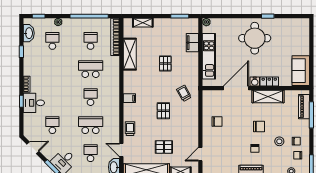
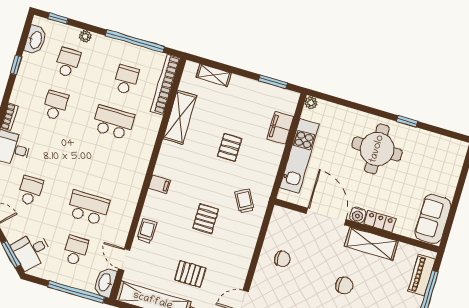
door: (236, 88) -> (326, 217), hinge flipped
school desk: (91, 97) -> (55, 105), moved

